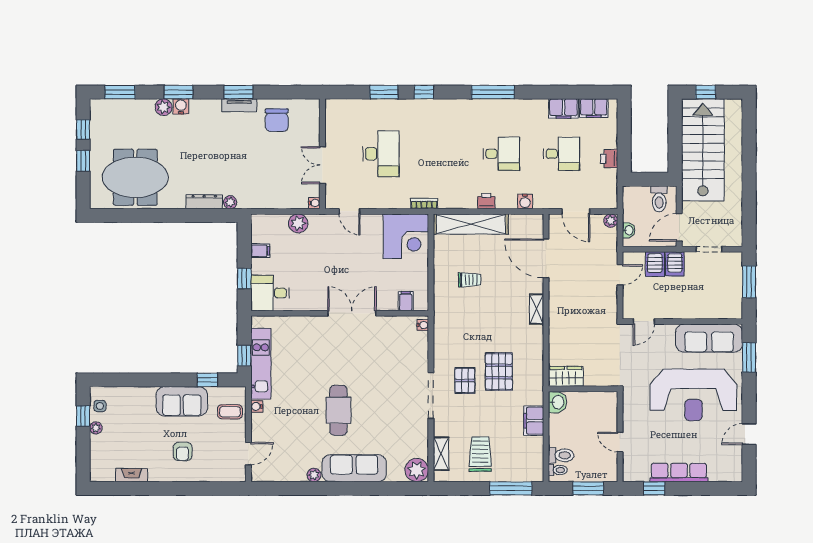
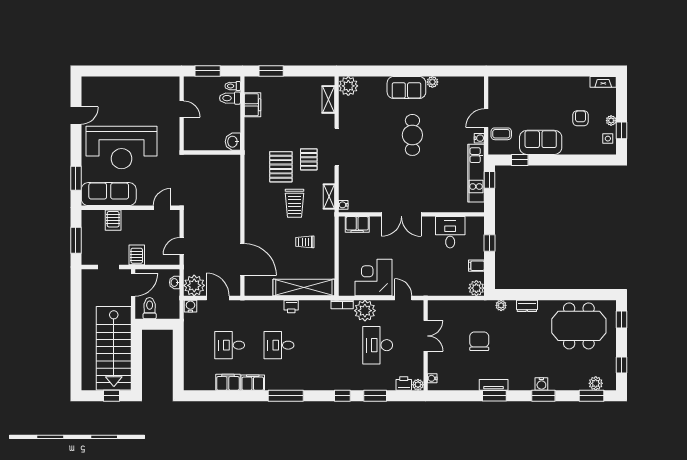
plant: (332, 105) -> (418, 385), added
plant: (163, 107) -> (596, 383), moved
filing cabinet: (594, 108) -> (253, 383), moved
chair: (277, 120) -> (479, 341), moved
printer: (609, 159) -> (404, 383), moved, turned -90
window: (83, 161) -> (622, 320), moved
plant: (396, 196) -> (365, 311), added
water cooler: (525, 201) -> (190, 306), moved
dresser: (204, 202) -> (527, 306), width x0.70
water cooler: (314, 203) -> (432, 378), moved
plant: (611, 221) -> (194, 285), width x1.87, depth x1.87
plant: (298, 223) -> (476, 288), moved
corner desk: (406, 236) -> (373, 278), moved
server rack: (655, 264) -> (113, 220), moved, turned 180
desk: (270, 293) -> (450, 232), moved, turned -90
filing cabinet: (406, 301) -> (357, 224), width x2.00
shelving: (537, 309) -> (329, 196), moved
wardrobe: (566, 376) -> (226, 163), removed
reception desk: (693, 395) -> (122, 148), turned 180
filing cabinet: (534, 421) -> (252, 105), moved
armchair: (183, 451) -> (580, 118), moved
door: (248, 454) -> (486, 118), moved
trolley: (480, 454) -> (294, 203), moved
sofa: (354, 468) -> (406, 88), width x0.73
row of seats: (679, 472) -> (133, 84), removed
fireplace: (132, 475) -> (603, 82), moved
window: (511, 488) -> (271, 71), width x0.69
window: (654, 488) -> (154, 71), removed

